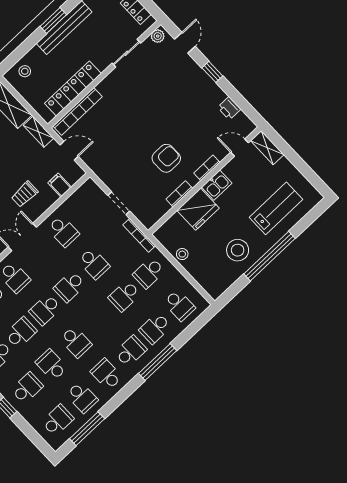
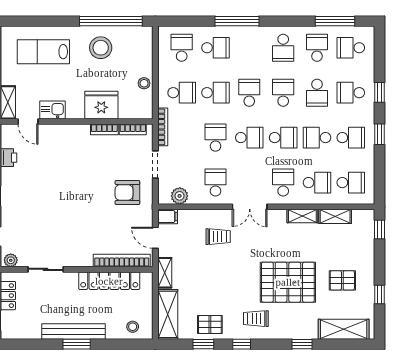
armchair: (166, 158) -> (127, 192), moved
bookcase: (207, 168) -> (133, 129), moved
filing cabinet: (60, 185) -> (168, 217), moved, turned -90
kitchen sink: (217, 185) -> (53, 110), moved
plant: (80, 197) -> (180, 196), added
window: (270, 256) -> (111, 21), moved
school desk: (131, 351) -> (249, 93), moved, turned 90

